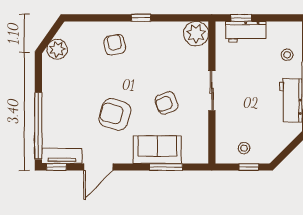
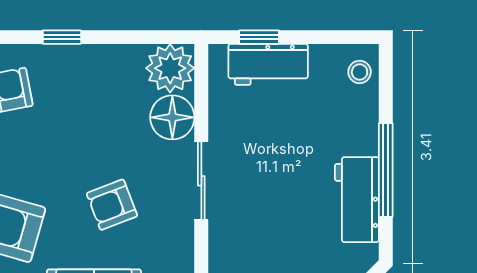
stool: (287, 55) -> (360, 72), moved
floor lamp: (197, 59) -> (172, 117), added

